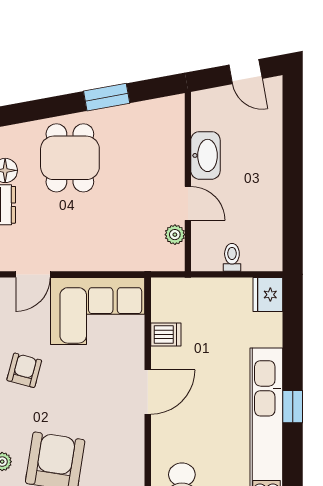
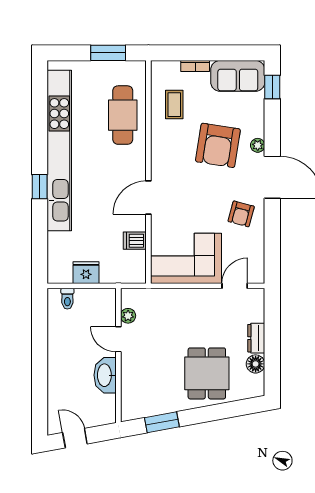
window: (107, 97) -> (162, 422), moved
toilet: (232, 257) -> (67, 299), moved
fridge: (268, 295) -> (86, 273), moved, turned -90

